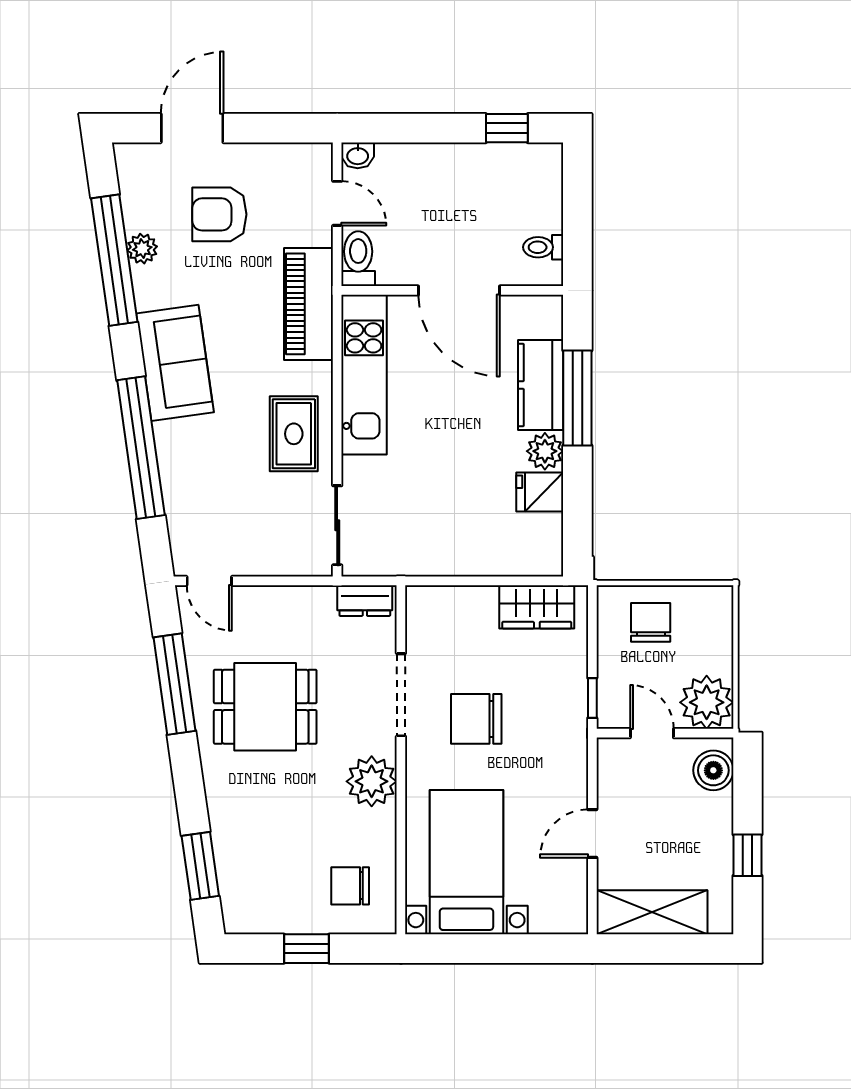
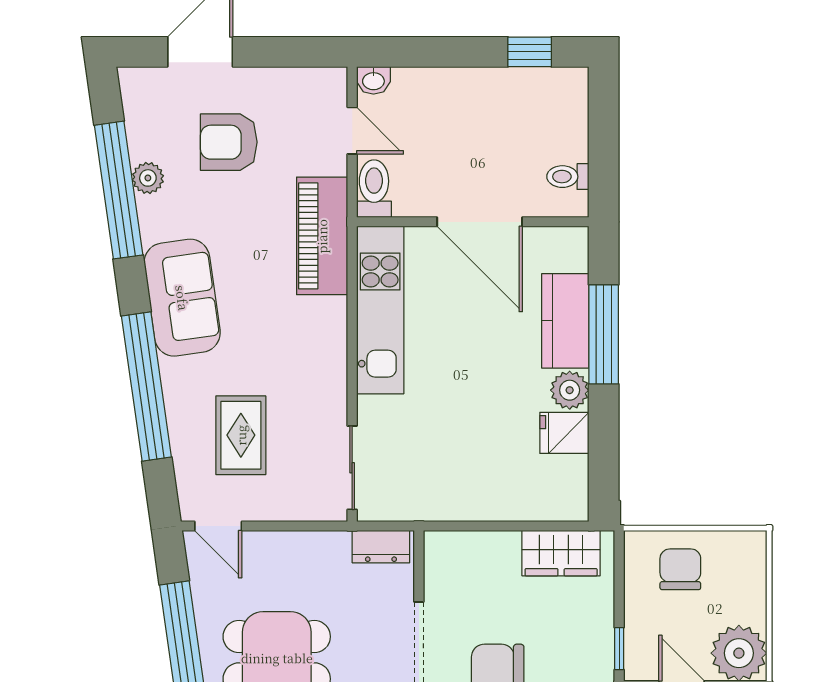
rug: (294, 434) -> (241, 435), moved

